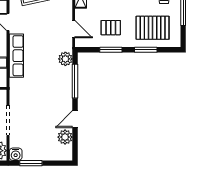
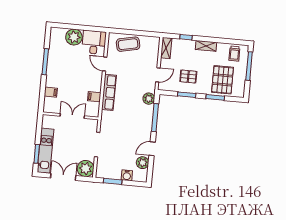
pallet: (153, 28) -> (223, 80), turned 90
door: (74, 29) -> (158, 75), hinge flipped
water cooler: (16, 154) -> (127, 175), moved

